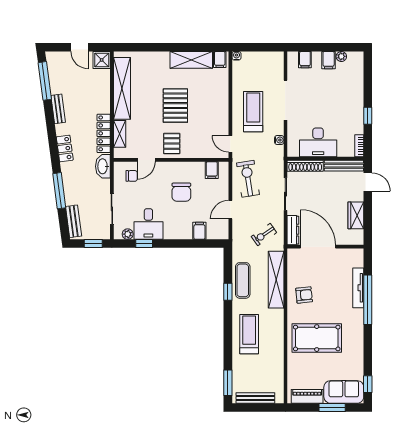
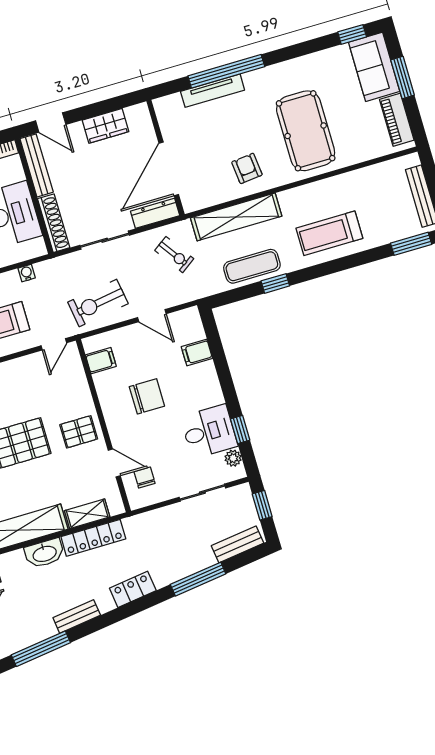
washbasin: (103, 166) -> (44, 553), moved
door: (368, 182) -> (51, 123), swing flipped

